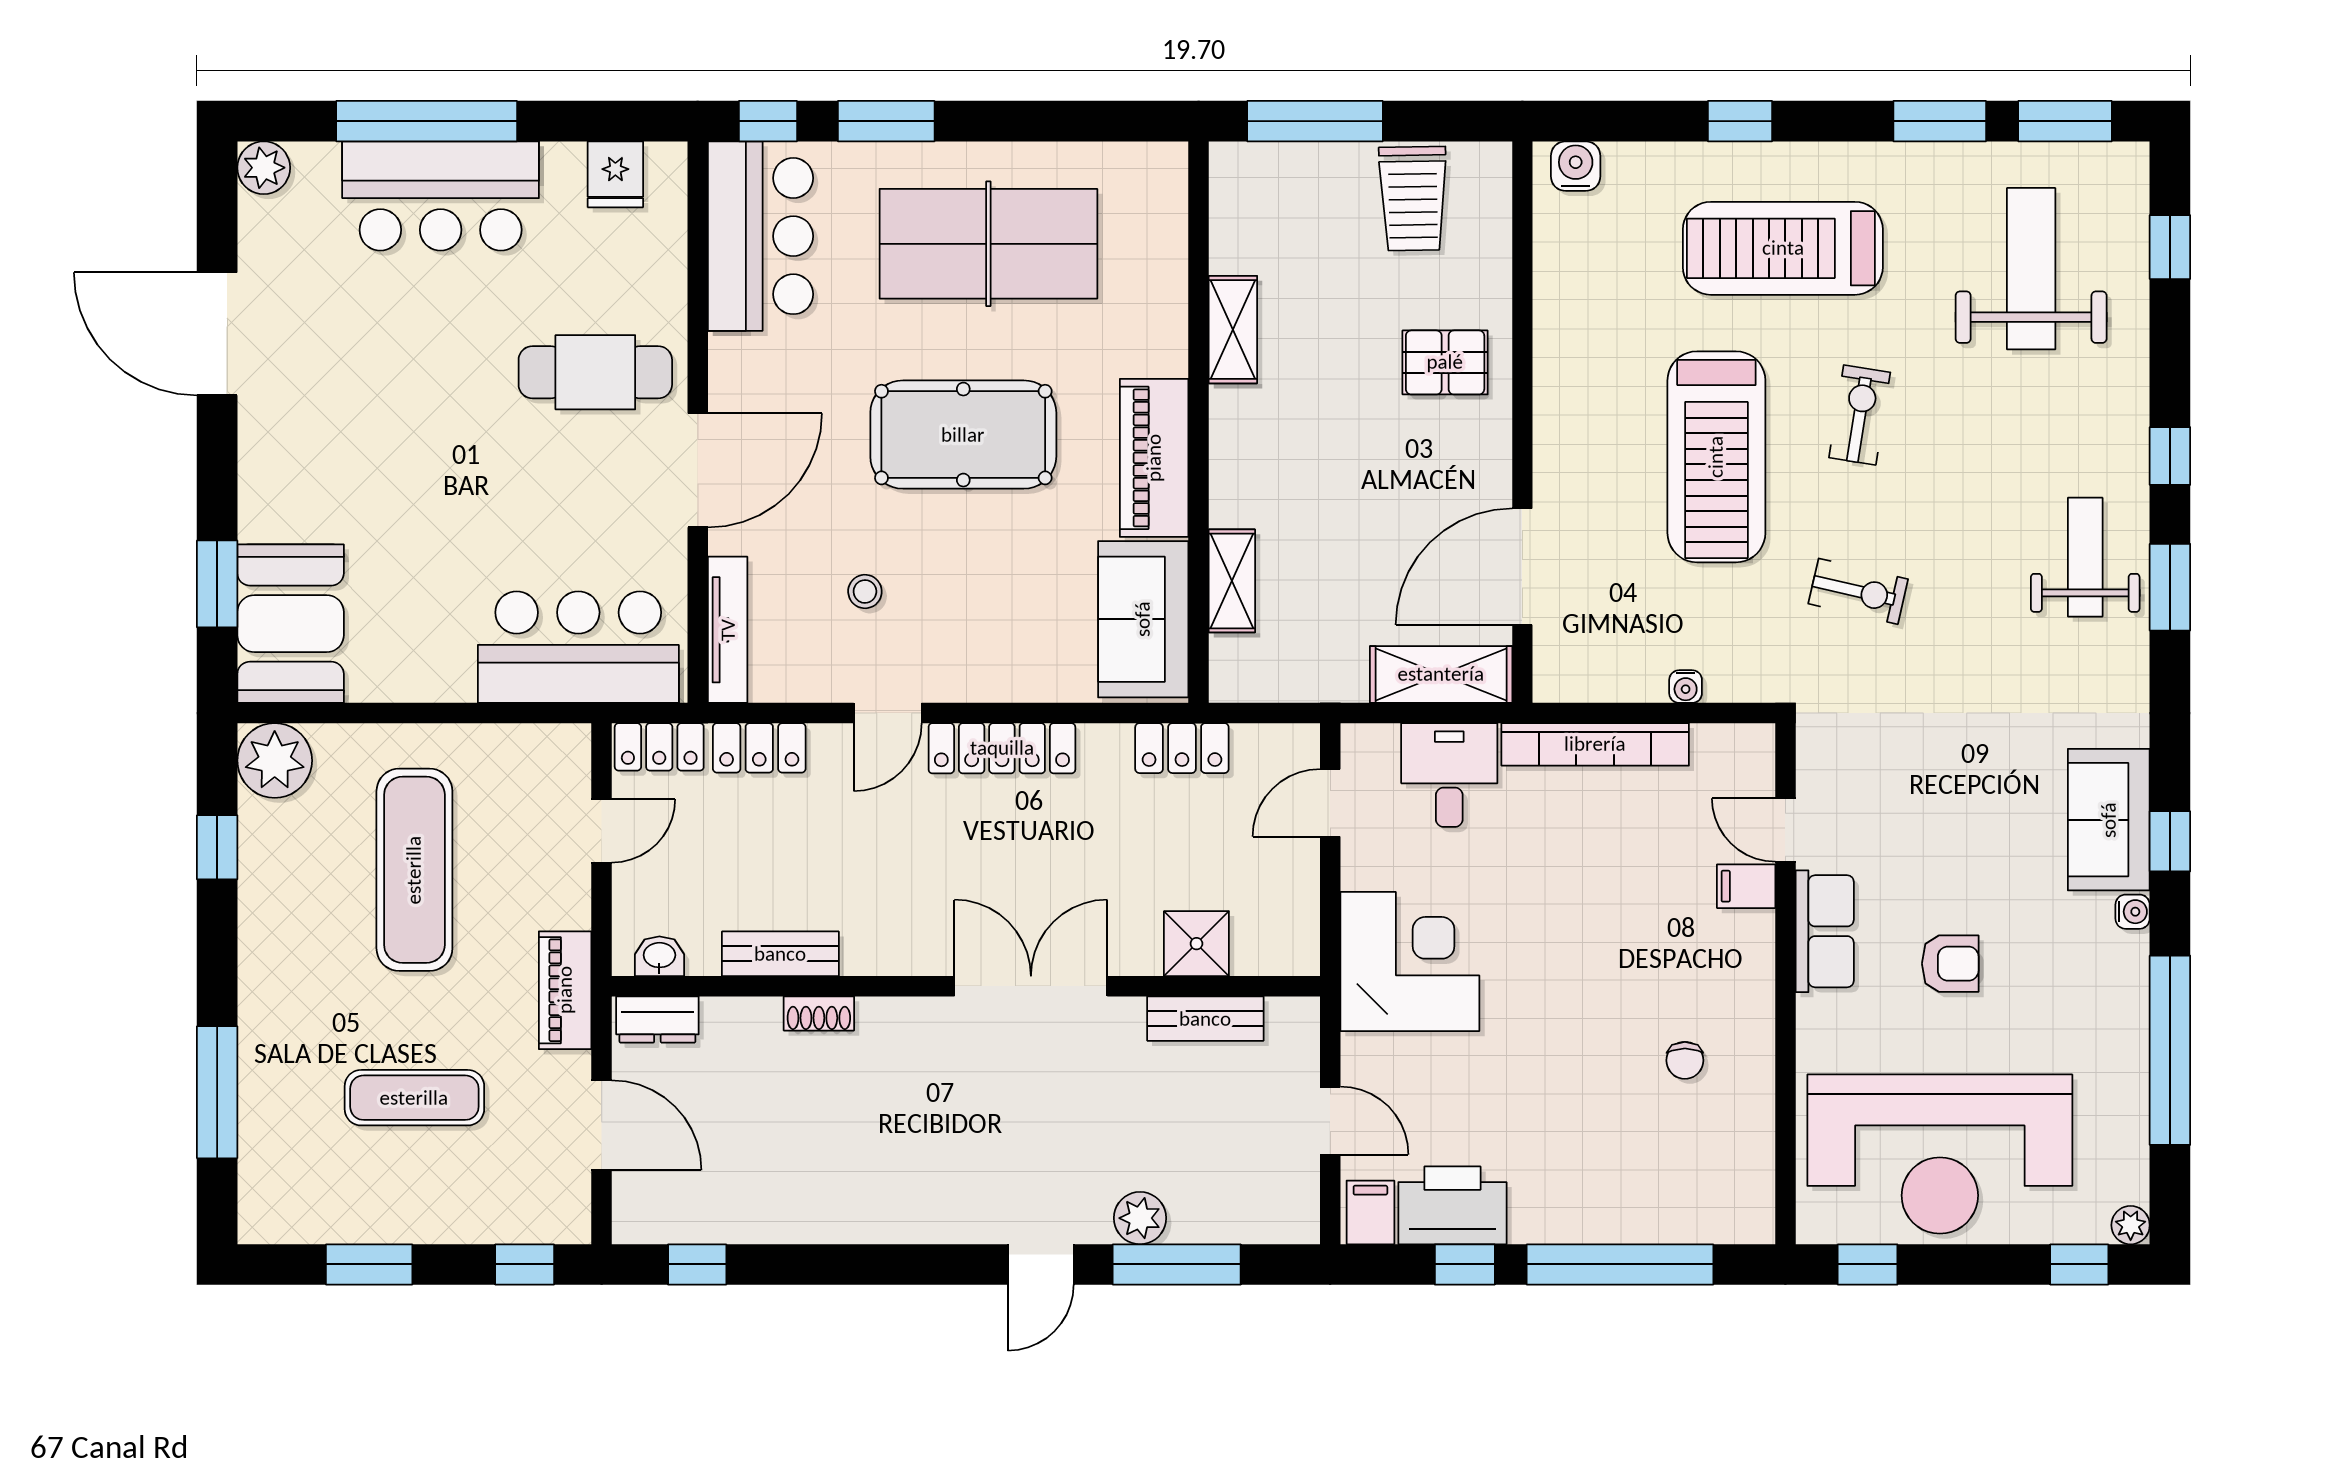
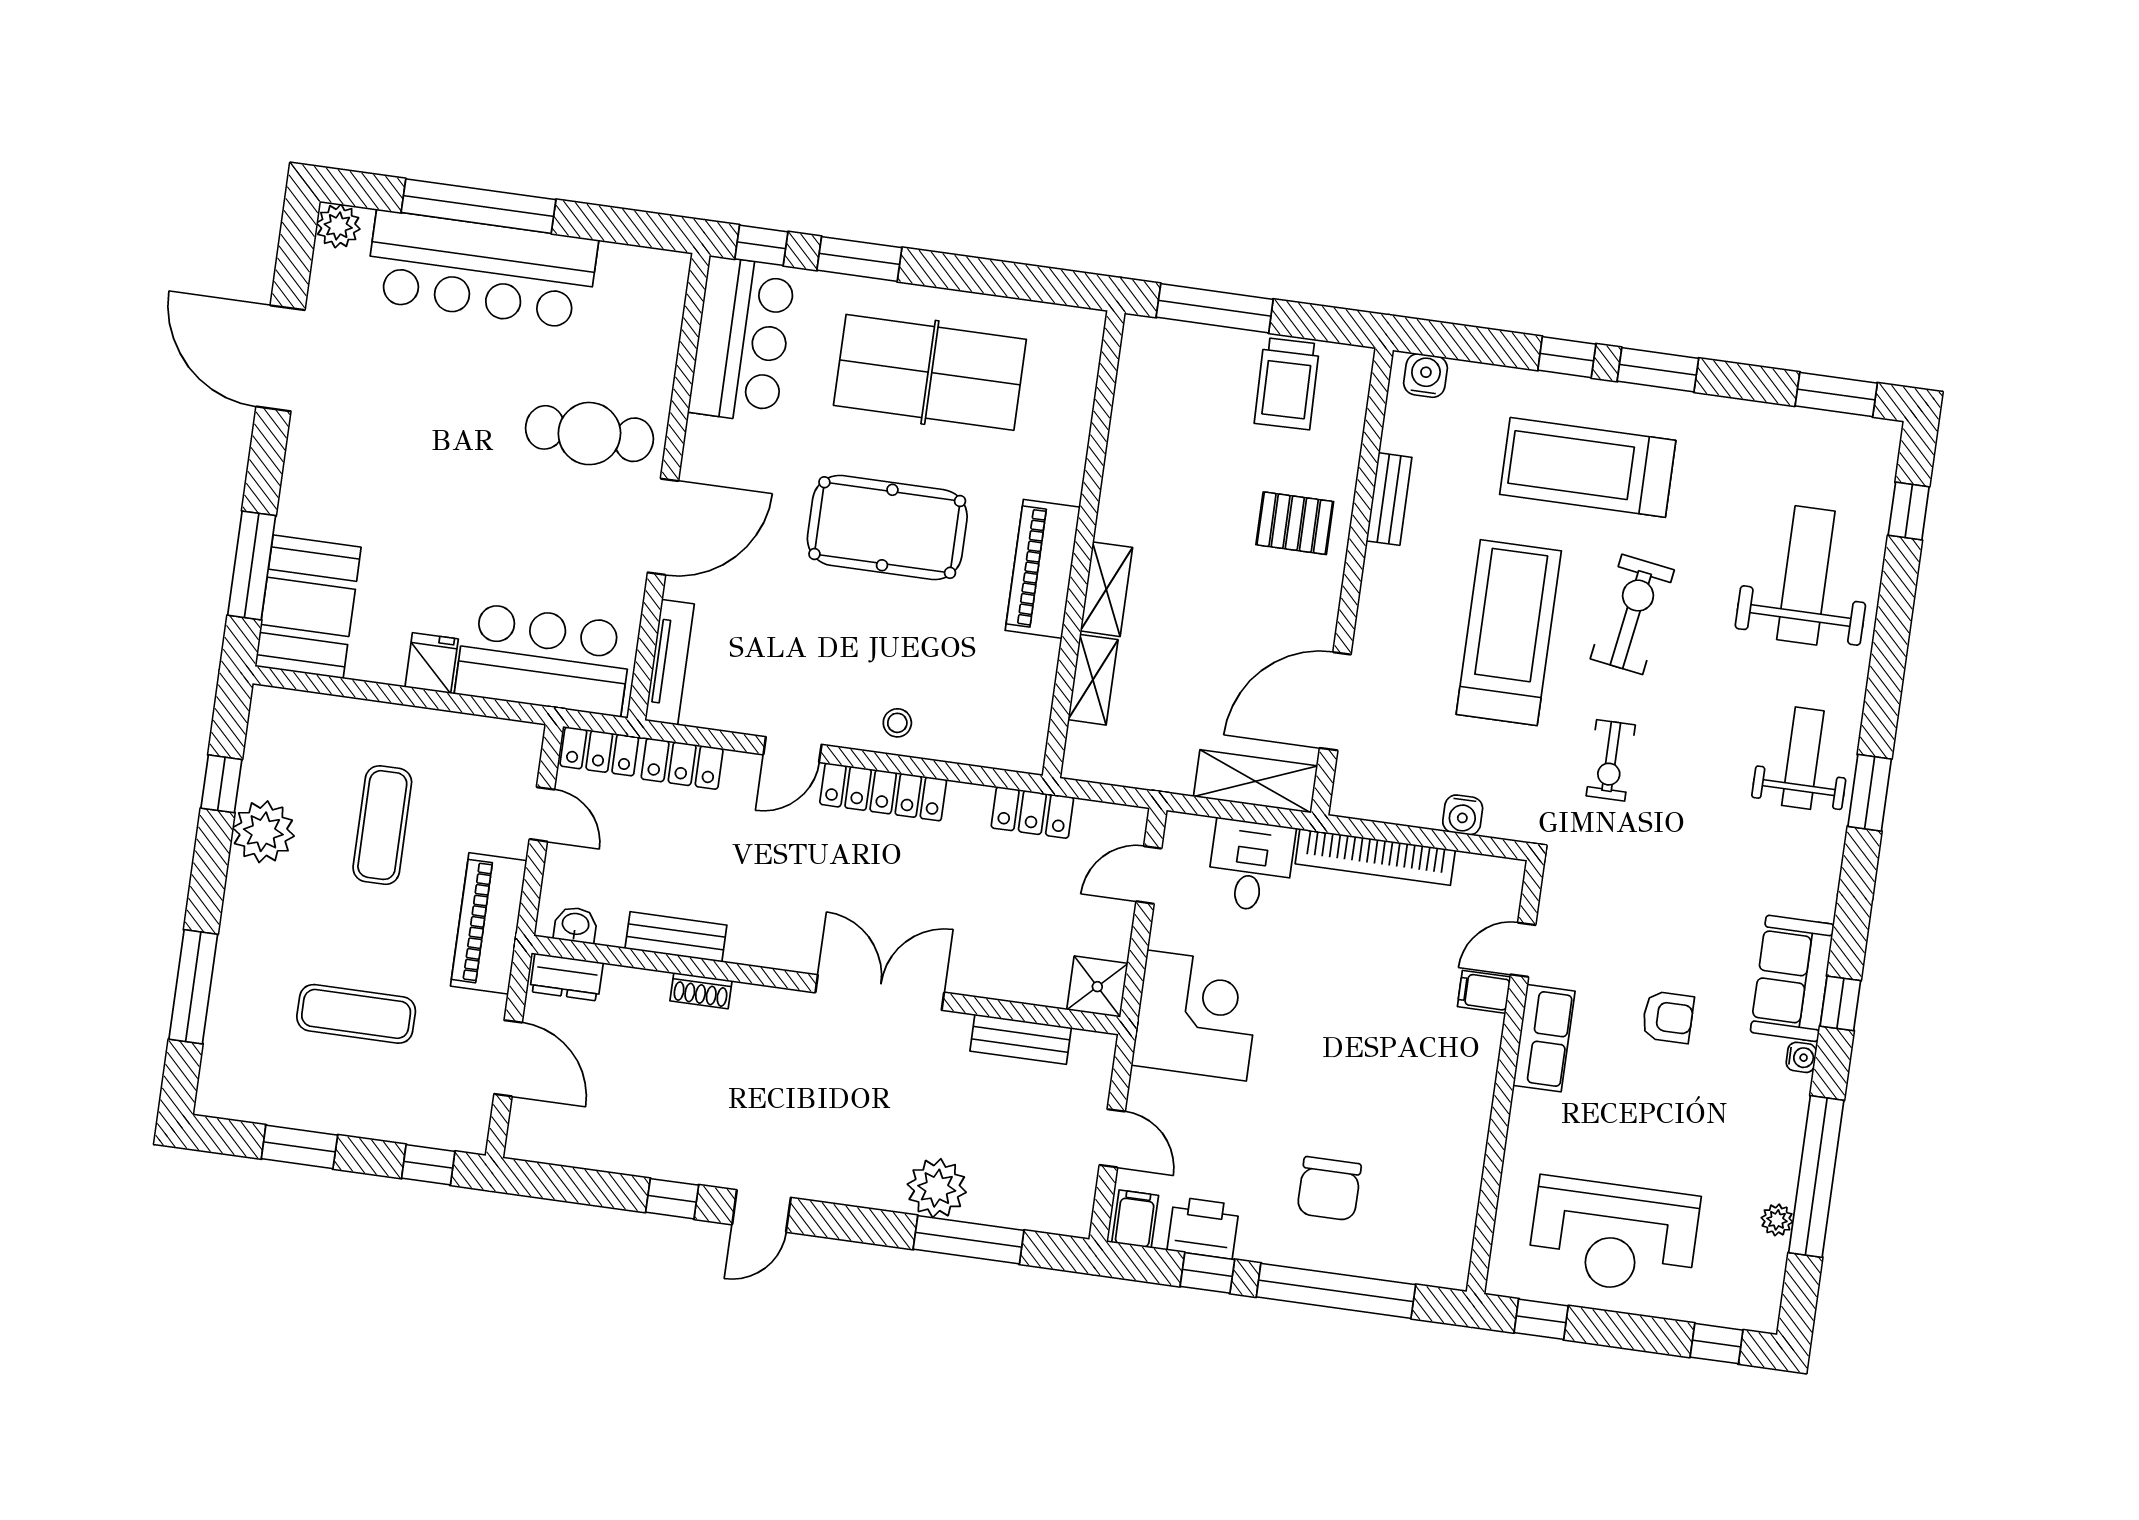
window: (1940, 121) -> (1658, 370), moved
fridge: (615, 174) -> (432, 663), moved, turned 180
bar counter: (441, 196) -> (481, 270), width x1.36
weight bench: (2031, 269) -> (1806, 575), moved
bench: (1553, 318) -> (1389, 499), added
shelving: (1233, 330) -> (1106, 589), moved
exercise bike: (1860, 415) -> (1632, 614), width x1.38, depth x1.39
window: (2170, 456) -> (1885, 684), removed
treadmill: (1716, 457) -> (1509, 633), turned 180
window: (217, 584) -> (252, 565), width x1.44
stool: (865, 591) -> (897, 723), moved
exercise bike: (1858, 591) -> (1611, 760), turned 77
sofa: (1143, 619) -> (1015, 701), removed
water cooler: (1686, 687) -> (1463, 815), width x1.38, depth x1.38
plant: (275, 761) -> (263, 832), moved
door: (1785, 830) -> (1523, 950), hinge flipped
door: (602, 831) -> (542, 814), hinge flipped
exercise mat: (414, 870) -> (382, 825), width x0.73, depth x0.69
shower: (1196, 944) -> (1097, 987), moved
armchair: (1950, 964) -> (1668, 1017), moved
piano: (565, 990) -> (489, 923), width x1.37, depth x1.33
chair: (1685, 1060) -> (1329, 1189), moved, width x1.87, depth x1.87
reception desk: (1940, 1154) -> (1614, 1236), width x0.74, depth x0.77
printer: (1452, 1205) -> (1203, 1228), width x0.73, depth x0.84
plant: (1140, 1218) -> (937, 1188), width x1.36, depth x1.36
plant: (2131, 1225) -> (1777, 1220), moved
window: (697, 1264) -> (672, 1199), moved
door: (1041, 1264) -> (761, 1211), moved

